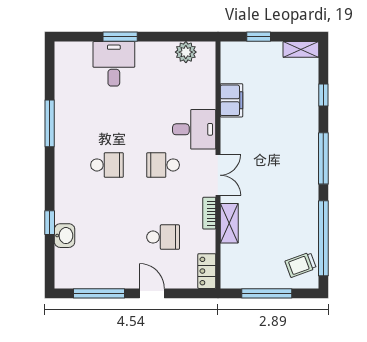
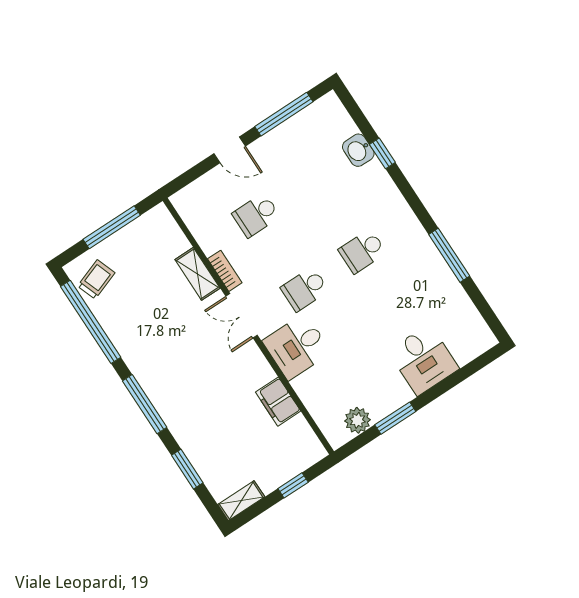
window: (120, 37) -> (395, 418), moved
window: (323, 95) -> (187, 469), width x1.50
school desk: (163, 165) -> (305, 289), turned 180
locker: (207, 271) -> (188, 210), removed

